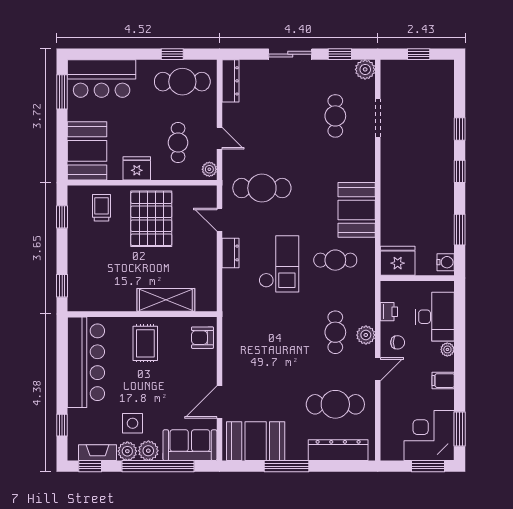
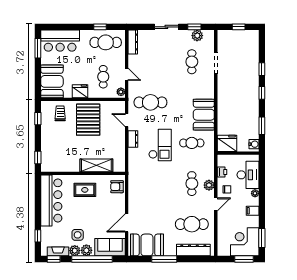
plant: (365, 69) -> (197, 36), moved
rug: (145, 343) -> (85, 190), turned 90

